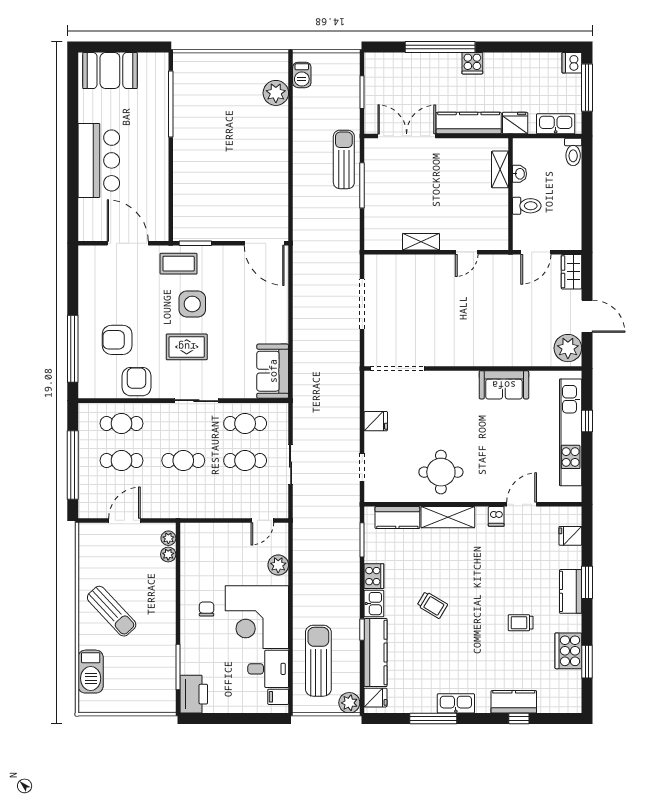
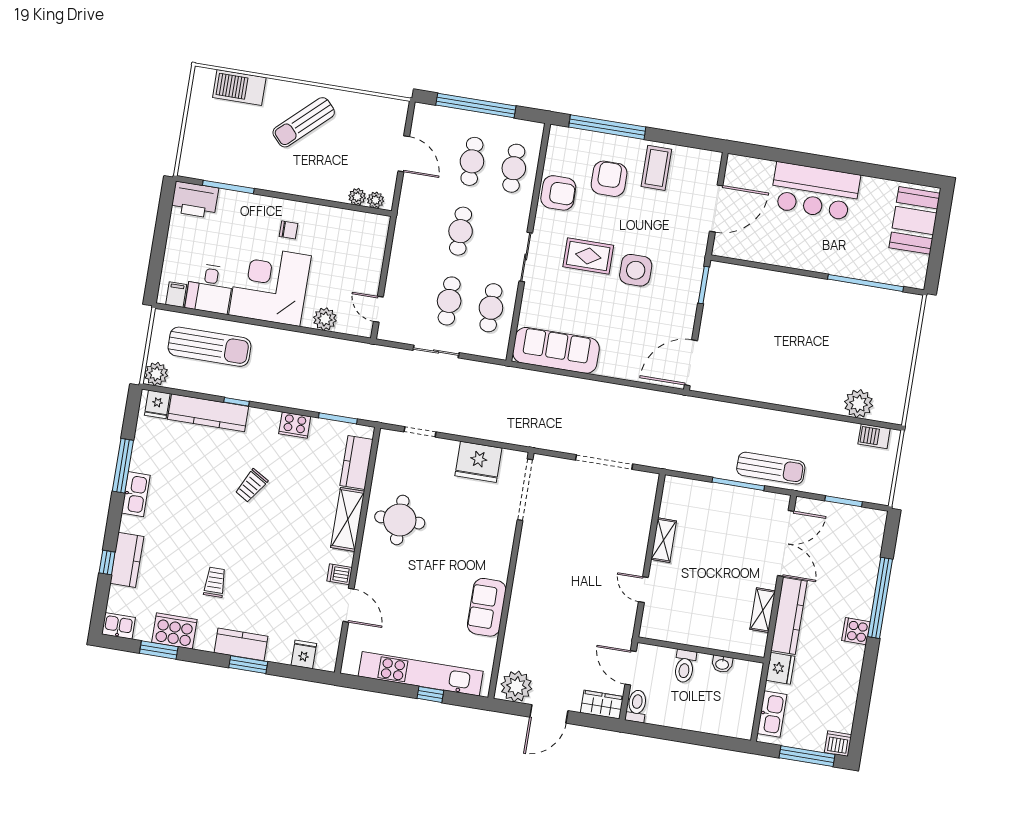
toilet: (573, 152) -> (637, 706), moved, turned 90
shelving: (500, 169) -> (763, 610), moved, turned 90
coffee table: (179, 264) -> (656, 168), moved
rug: (187, 347) -> (588, 256), turned 90
sofa: (273, 371) -> (556, 350), width x1.36
fridge: (376, 421) -> (478, 462), width x1.88, depth x1.34
kitchen sink: (374, 604) -> (118, 626), moved, turned 180

